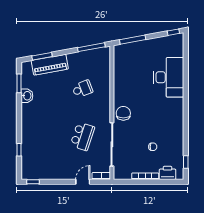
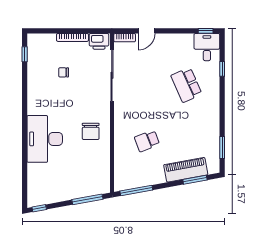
desk: (169, 77) -> (45, 139), moved
washbasin: (27, 96) -> (213, 133), removed
chair: (123, 113) -> (91, 131), moved
school desk: (82, 136) -> (186, 85), moved, turned -42
desk: (32, 168) -> (207, 47), added
printer: (168, 173) -> (99, 41), moved

